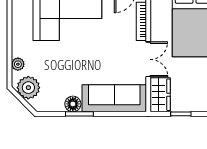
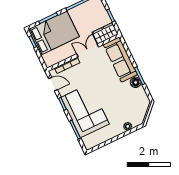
plant: (28, 88) -> (139, 113), removed

